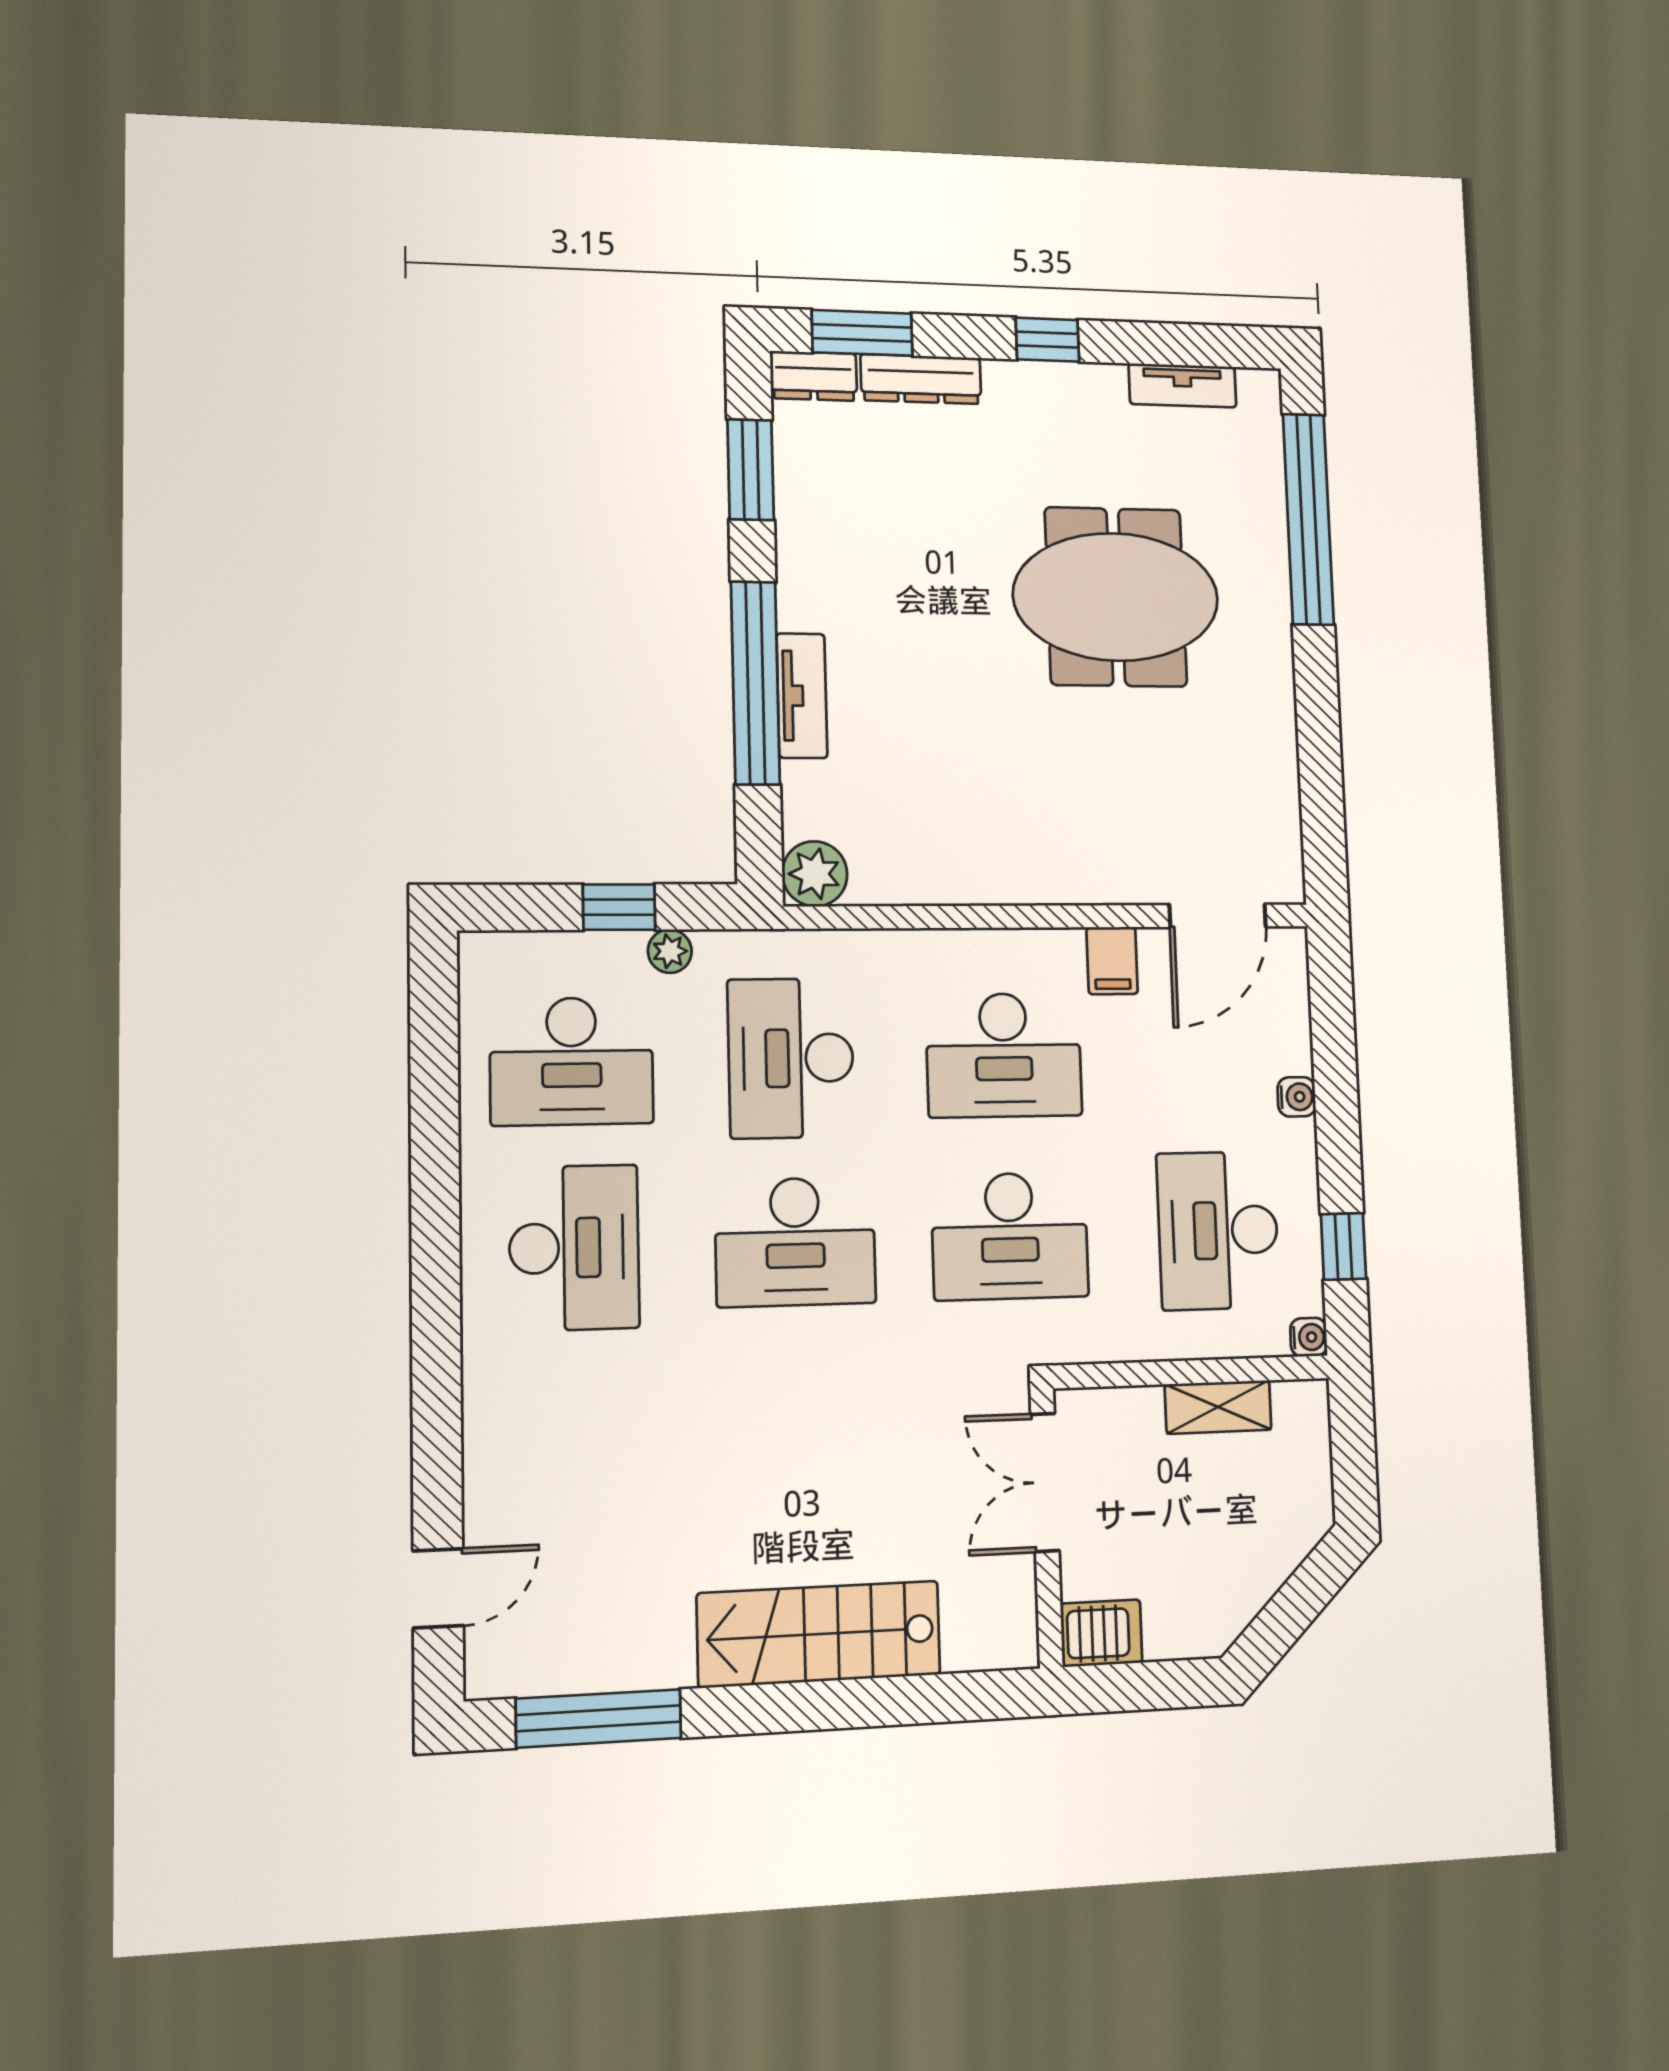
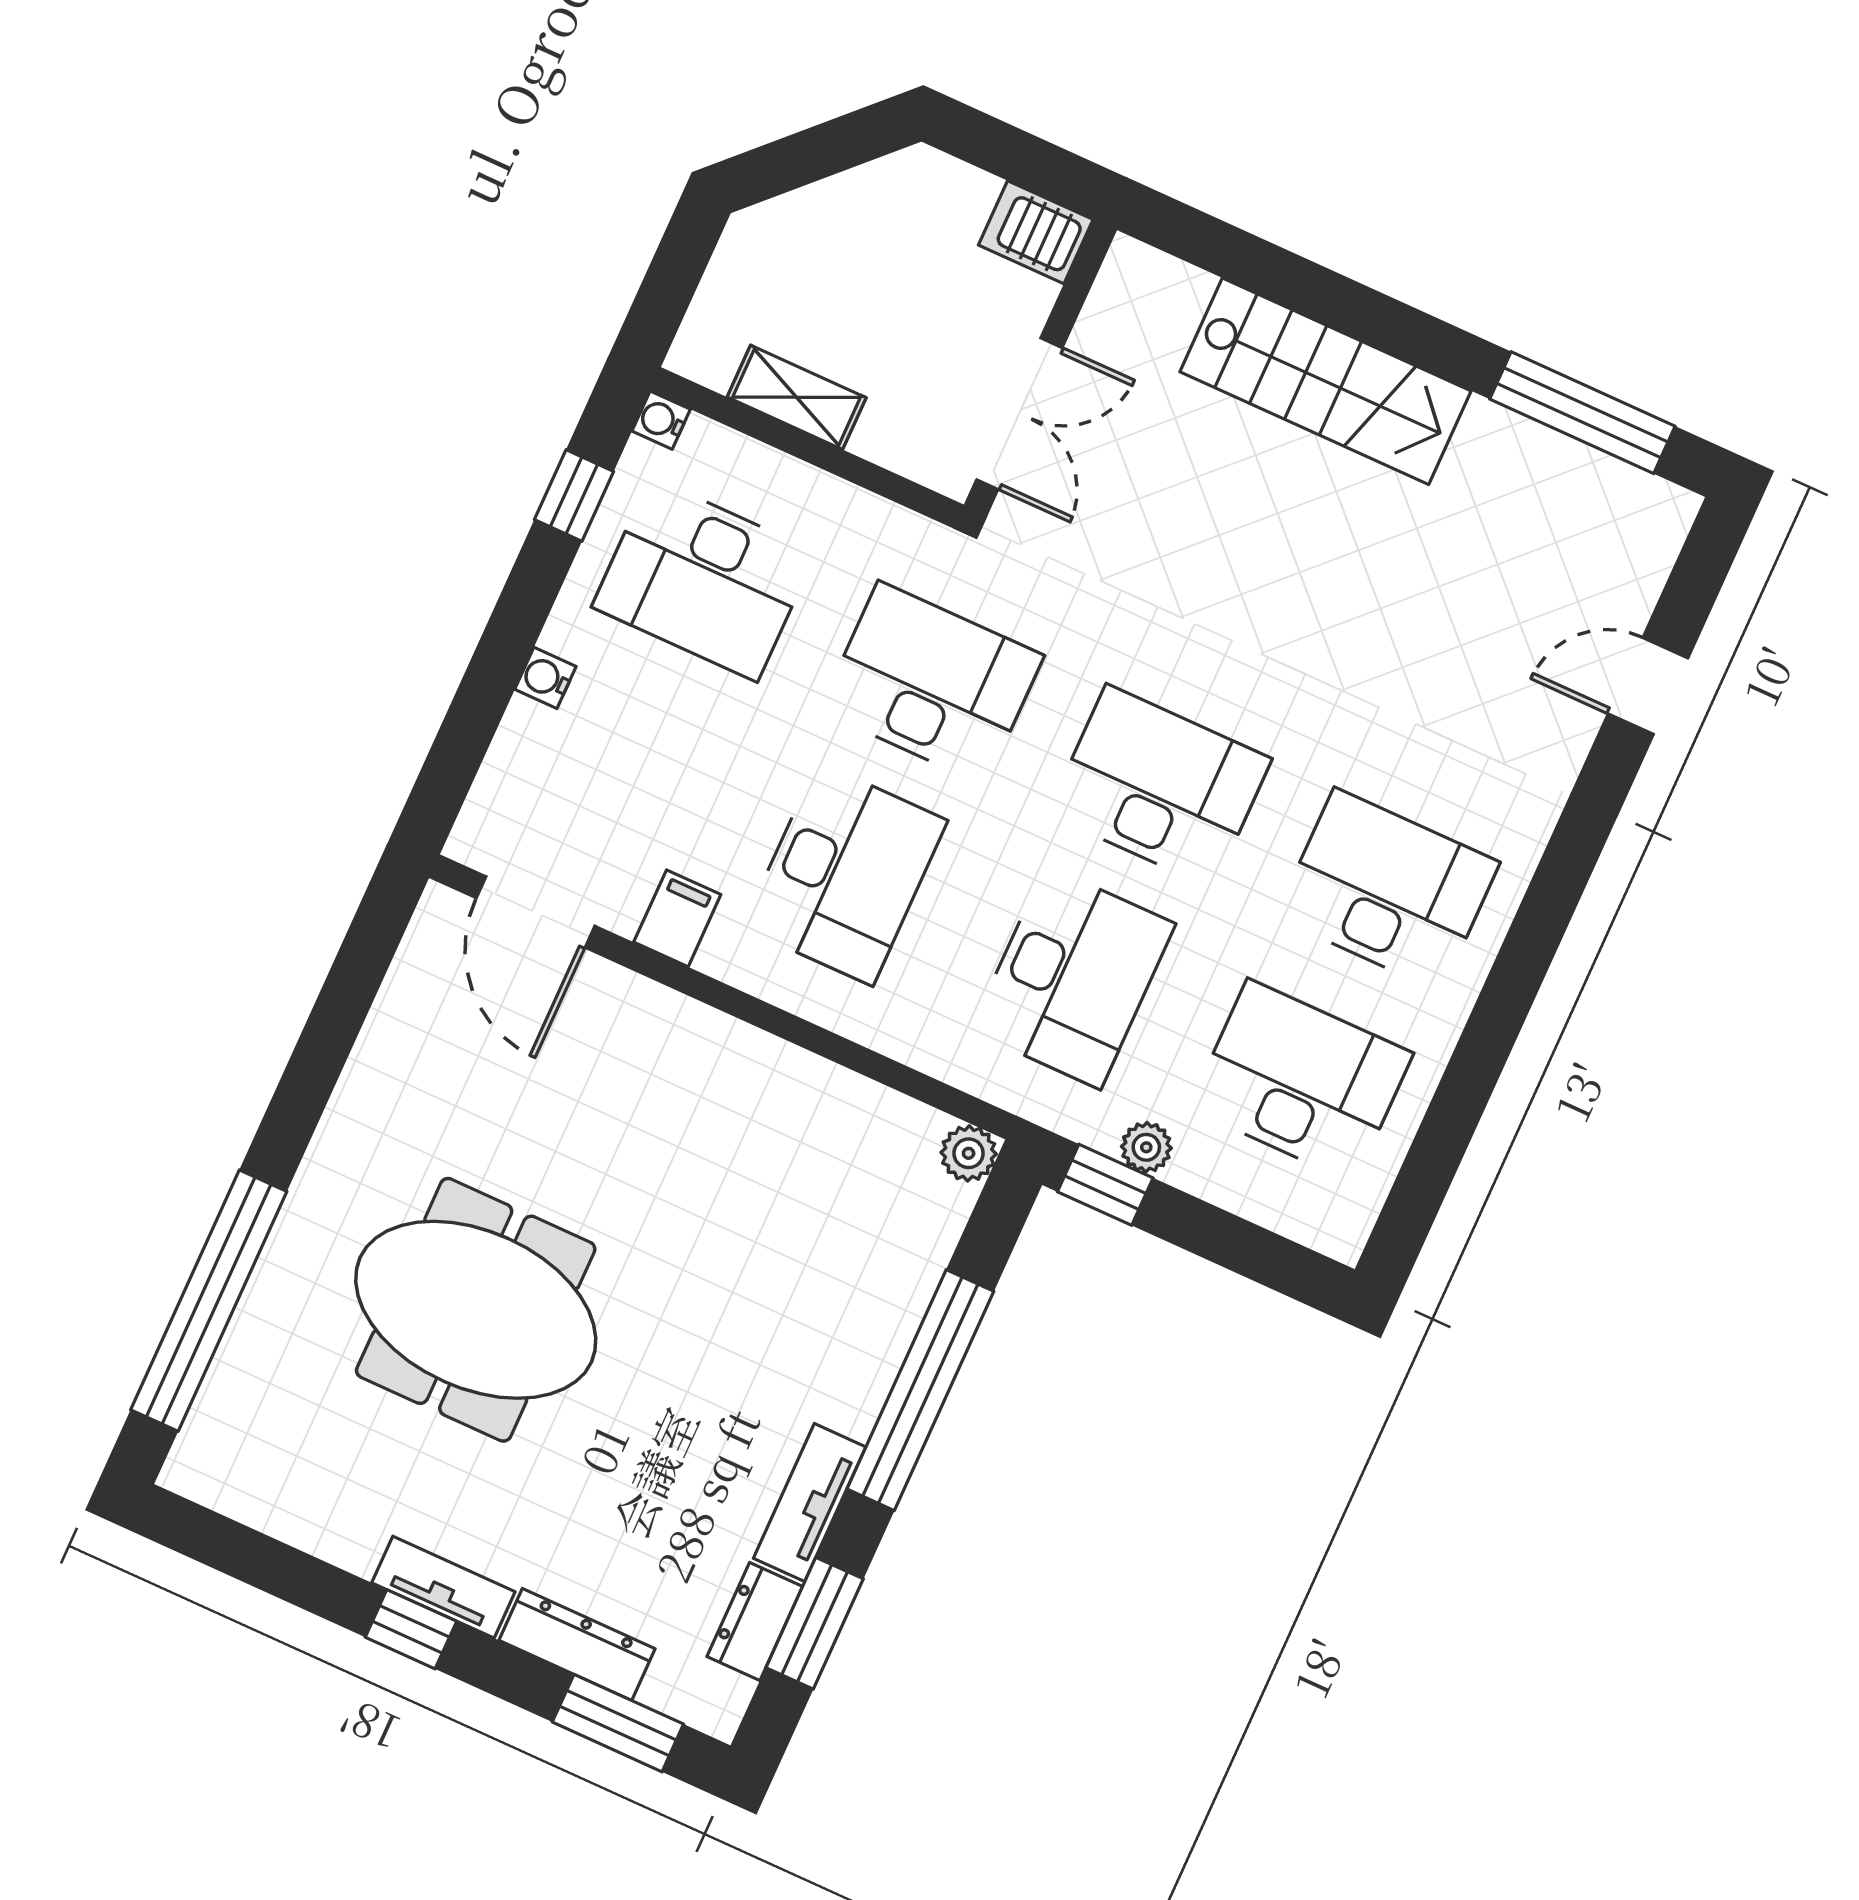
dresser: (814, 376) -> (755, 1621), moved, turned -90
tv unit: (1183, 385) -> (443, 1587), moved
tv unit: (802, 696) -> (810, 1503), moved
plant: (815, 874) -> (969, 1153), width x0.73, depth x0.73
window: (619, 907) -> (1105, 1185), moved
door: (1218, 916) -> (535, 912), swing flipped
desk: (1004, 1055) -> (845, 874), turned 90
desk: (1218, 1230) -> (704, 580), turned 90
desk: (574, 1248) -> (1388, 890), turned 90
door: (438, 1588) -> (1648, 686), moved

